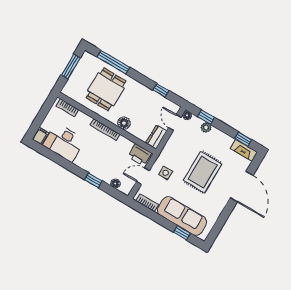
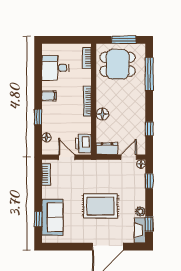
dining table: (106, 89) -> (118, 64), moved
plant: (206, 127) -> (140, 212), moved
filing cabinet: (40, 136) -> (49, 96), moved
desk: (64, 142) -> (55, 68), width x0.73
side table: (166, 173) -> (81, 175), removed
sofa: (182, 216) -> (52, 217), width x0.73

